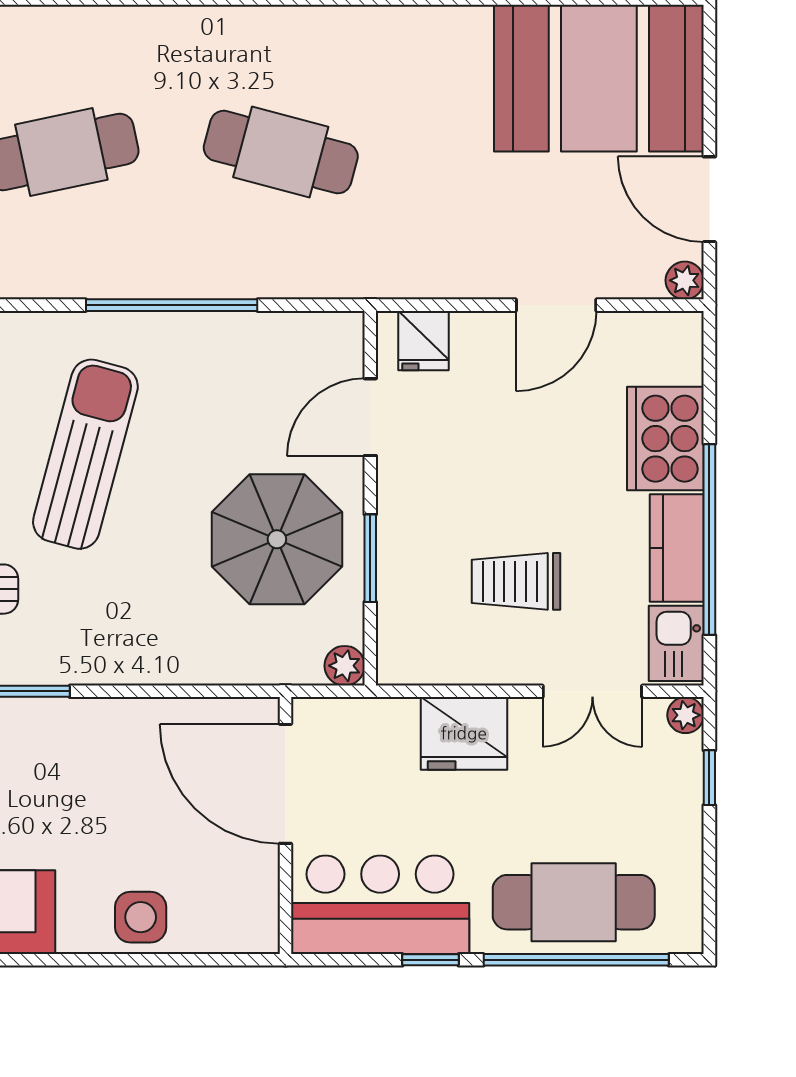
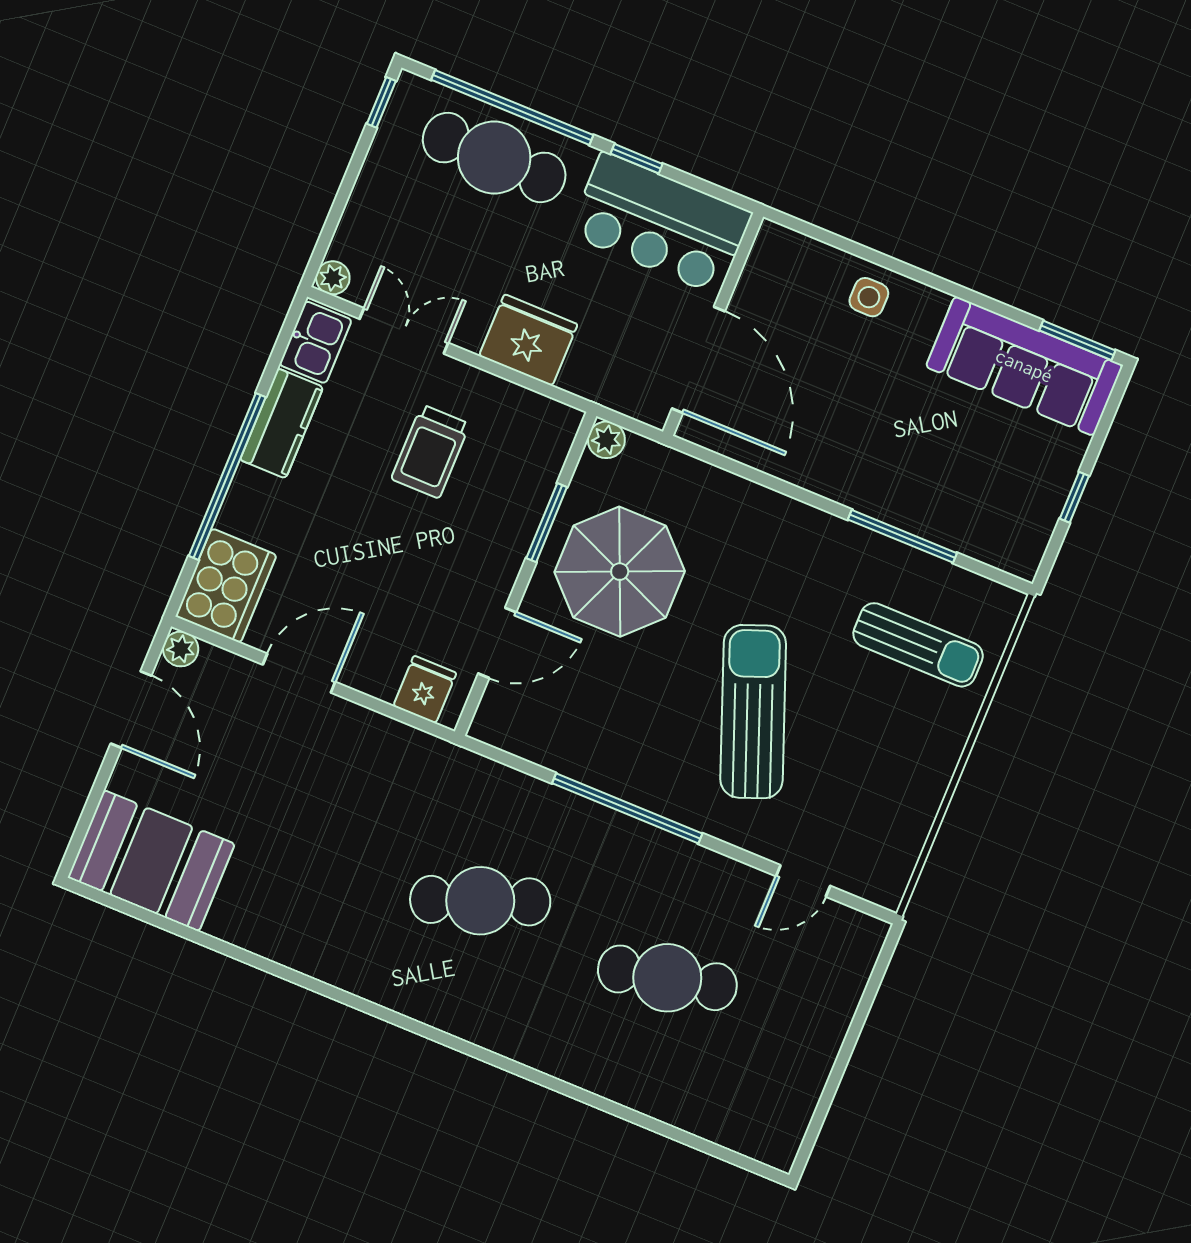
booth: (599, 78) -> (151, 861), width x0.73, depth x0.70
cafe table: (281, 152) -> (480, 901), turned -36
cooker: (665, 439) -> (226, 586), moved
sun lounger: (85, 454) -> (753, 712), turned 144
window: (709, 539) -> (227, 476), moved
trolley: (516, 581) -> (430, 452), turned 90
window: (709, 778) -> (381, 102), moved
side table: (141, 917) -> (869, 297), width x0.73, depth x0.73

